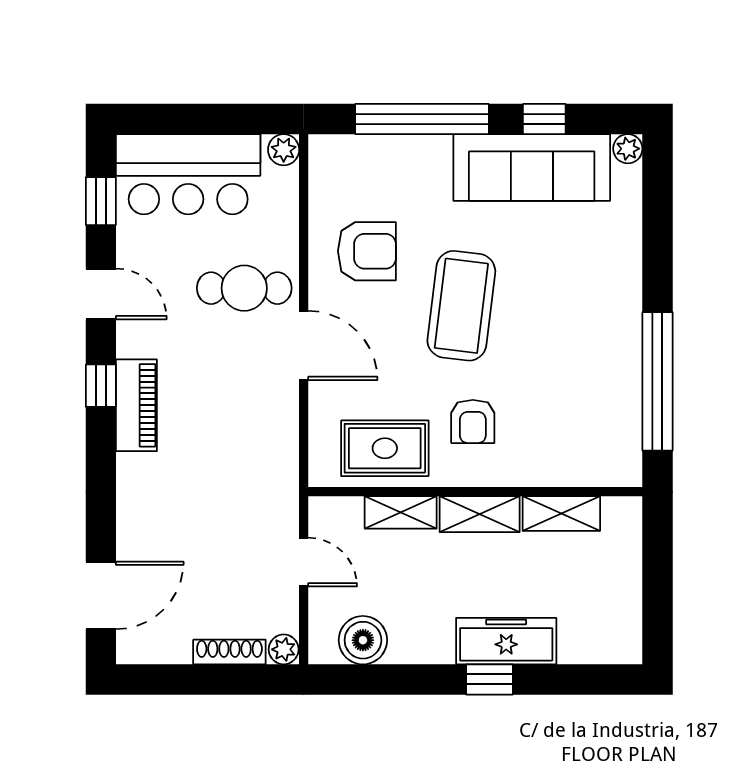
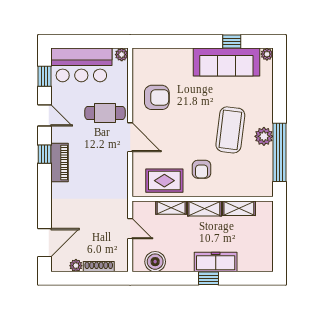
window: (422, 119) -> (180, 42), removed
coffee table: (461, 306) -> (230, 130), moved
plant: (620, 343) -> (264, 136), added
plant: (284, 649) -> (76, 266), moved

